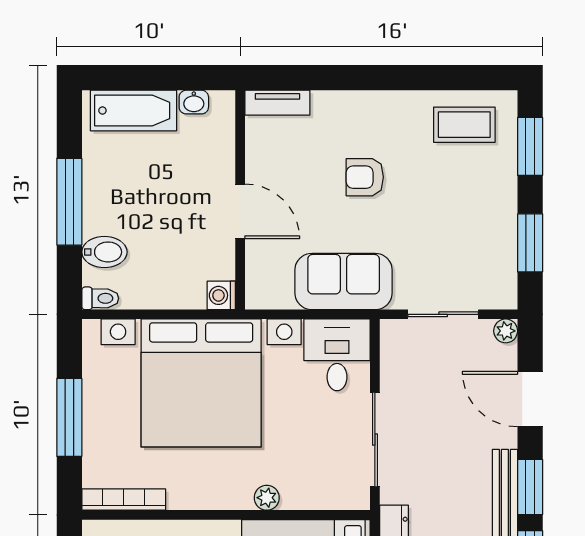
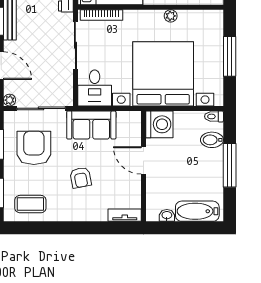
armchair: (365, 177) -> (81, 178), turned 79
armchair: (458, 236) -> (34, 148), added
washing machine: (221, 295) -> (159, 124), width x1.89, depth x1.89
sliding door: (443, 314) -> (41, 108), width x1.37
plant: (267, 498) -> (171, 16), moved
bookcase: (124, 499) -> (101, 15), moved

